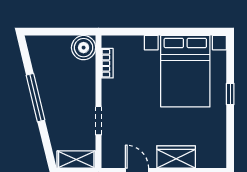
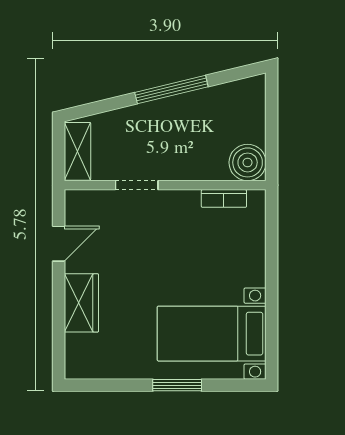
bed with nightstands: (185, 71) -> (212, 334), width x0.73
window: (230, 94) -> (177, 385), width x1.50

